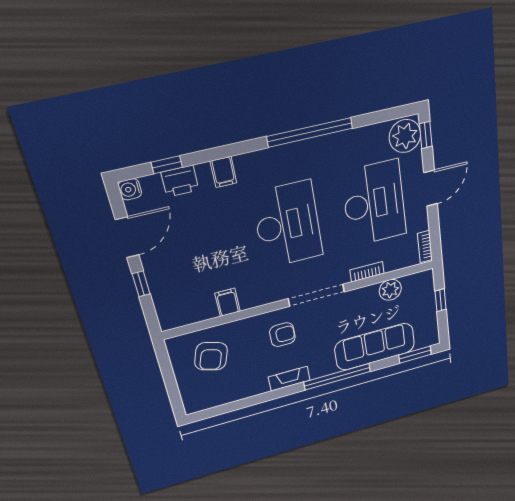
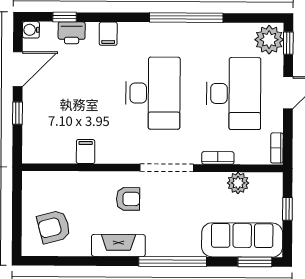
sofa: (375, 347) -> (242, 240), moved
armchair: (211, 356) -> (54, 227), moved, turned 57
fireplace: (289, 379) -> (118, 245), width x1.37, depth x1.32

